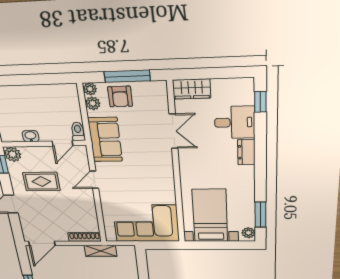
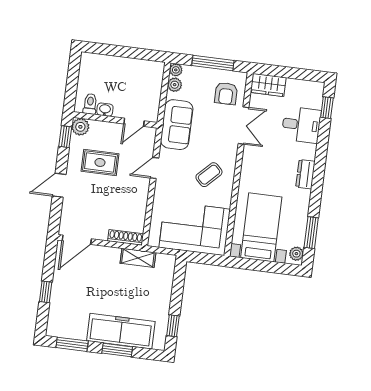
armchair: (120, 97) -> (226, 93), moved
toilet: (78, 131) -> (90, 104), moved
dresser: (246, 152) -> (305, 174), moved
coffee table: (149, 179) -> (209, 175), added

